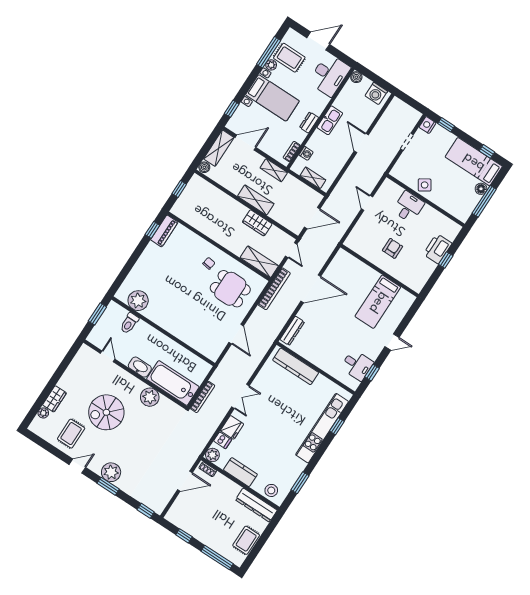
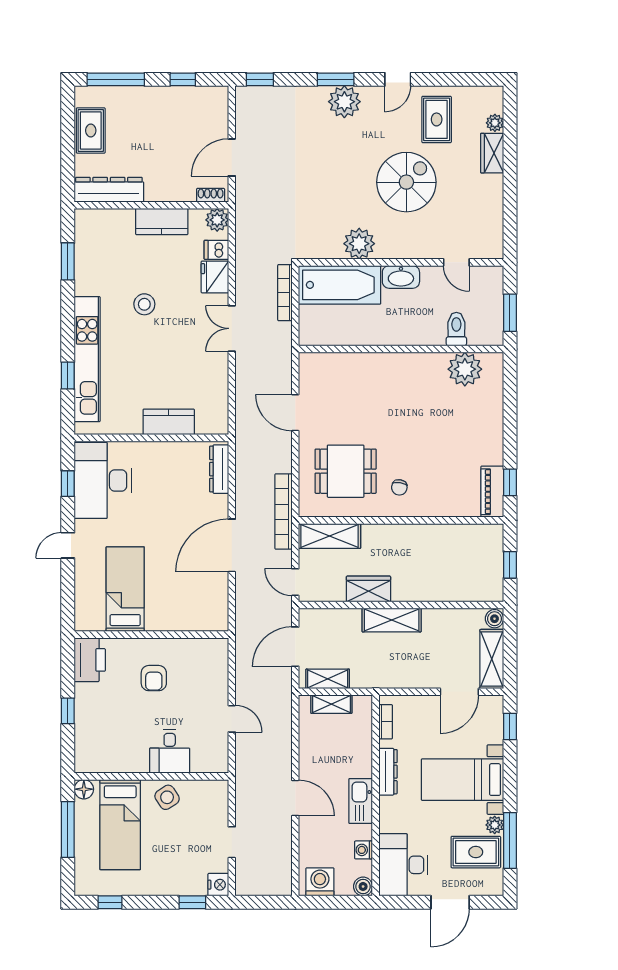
dresser: (309, 122) -> (388, 772), width x1.44
washing machine: (306, 153) -> (364, 850), moved
bed: (474, 162) -> (120, 825), moved, turned 90
shelving: (274, 170) -> (328, 679), moved
floor lamp: (481, 189) -> (84, 789), moved
printer: (438, 249) -> (90, 660), moved
desk: (357, 365) -> (103, 480), width x1.87, depth x1.30
kitchen counter: (296, 366) -> (169, 422), width x0.67
stool: (271, 490) -> (144, 304), moved

